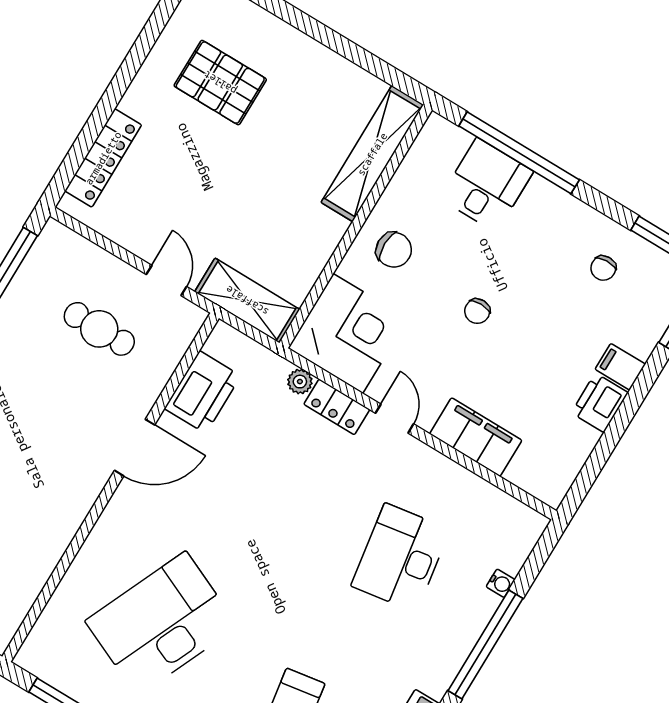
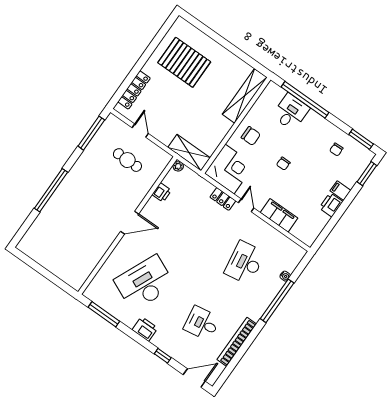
pallet: (220, 83) -> (184, 62), width x1.37, depth x1.41
door: (166, 281) -> (140, 131), moved
plant: (300, 382) -> (178, 166), moved
printer: (203, 392) -> (162, 192), width x0.53, depth x0.68
door: (135, 448) -> (130, 223), moved

